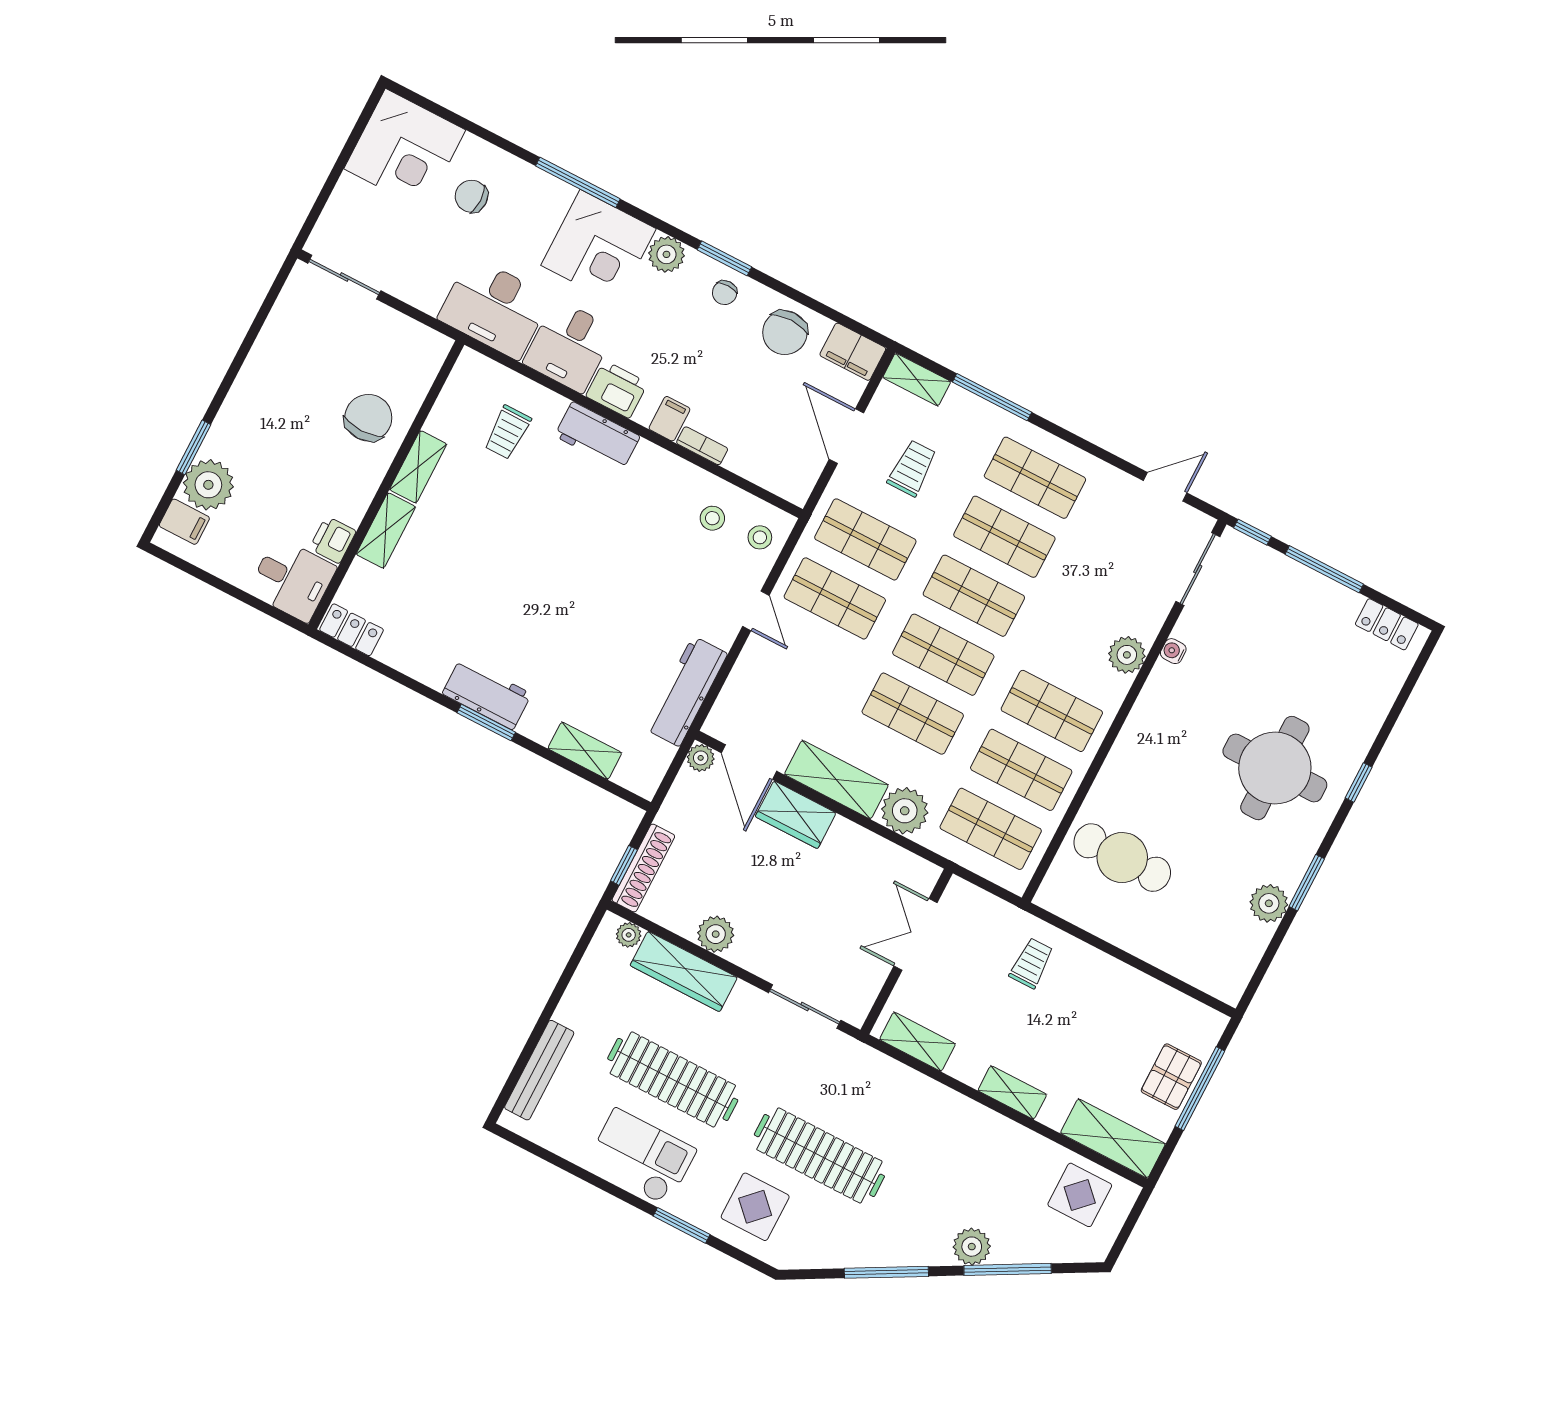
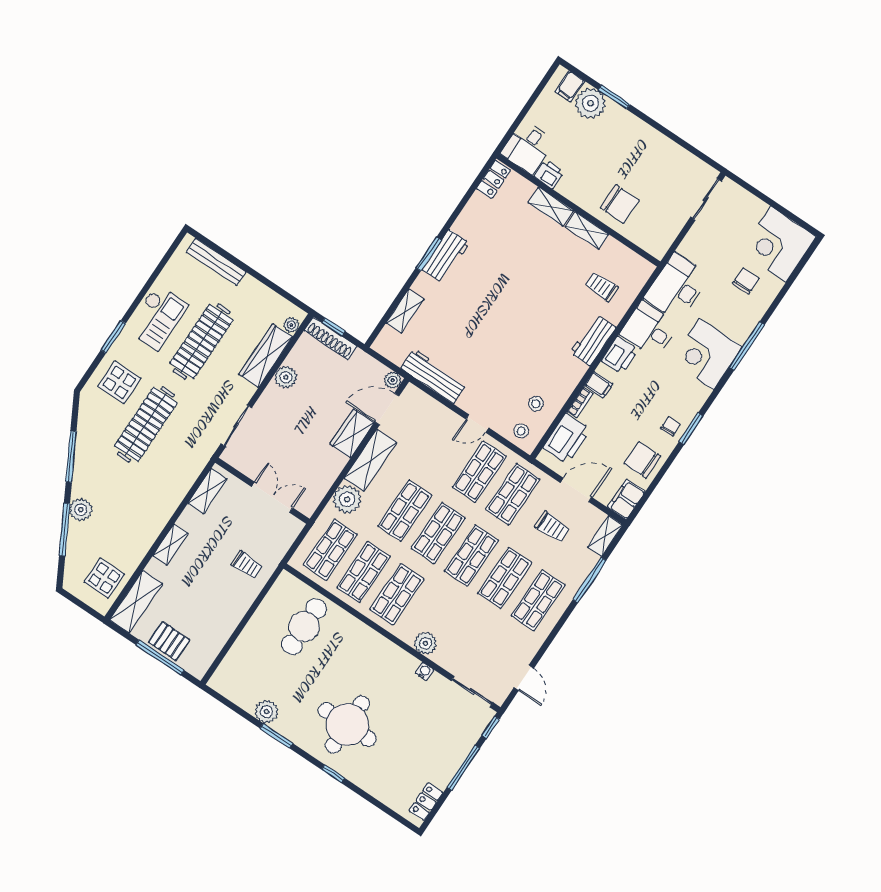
plant: (666, 254) -> (697, 394), removed
chair: (725, 293) -> (671, 427), turned 89
printer: (764, 461) -> (567, 439), added

